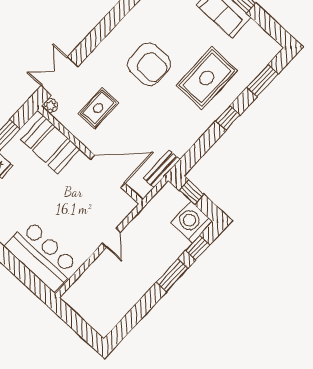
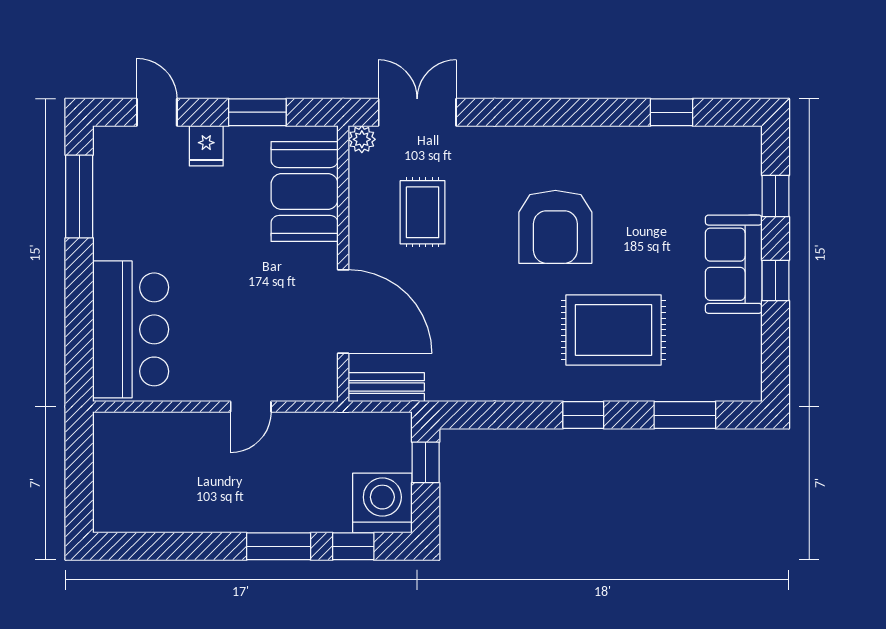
rug: (98, 108) -> (423, 212), turned 90
bench: (162, 169) -> (386, 387), moved

